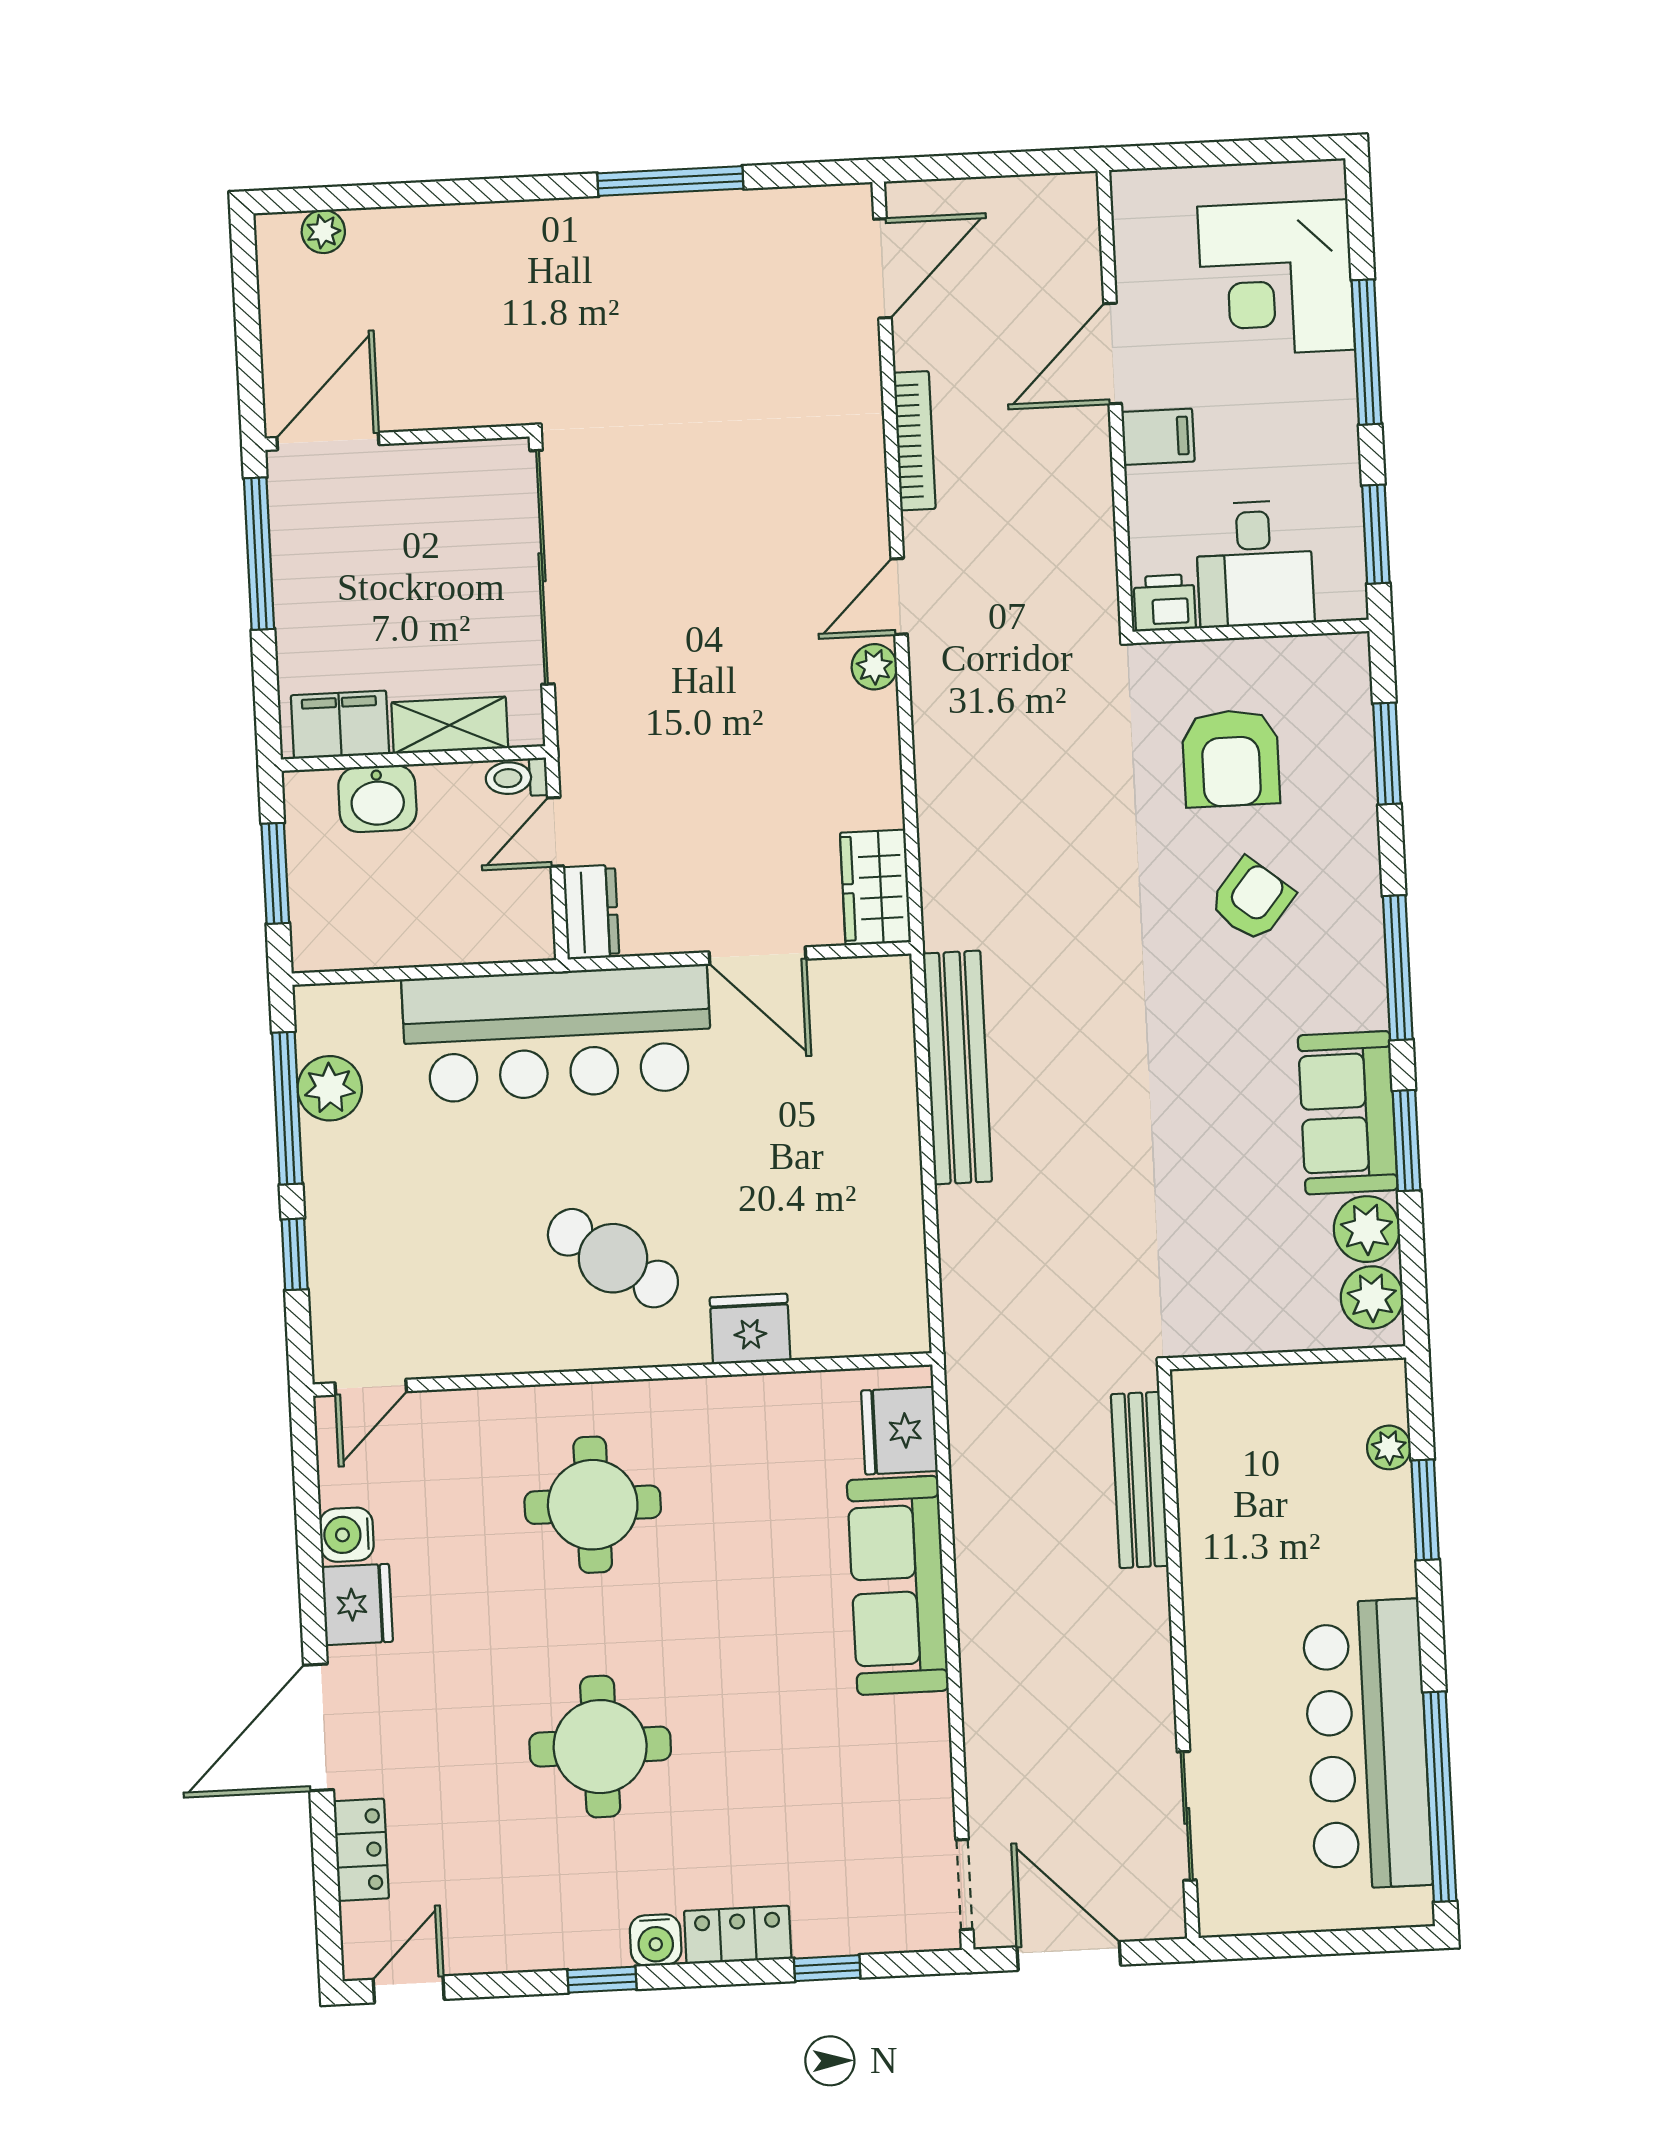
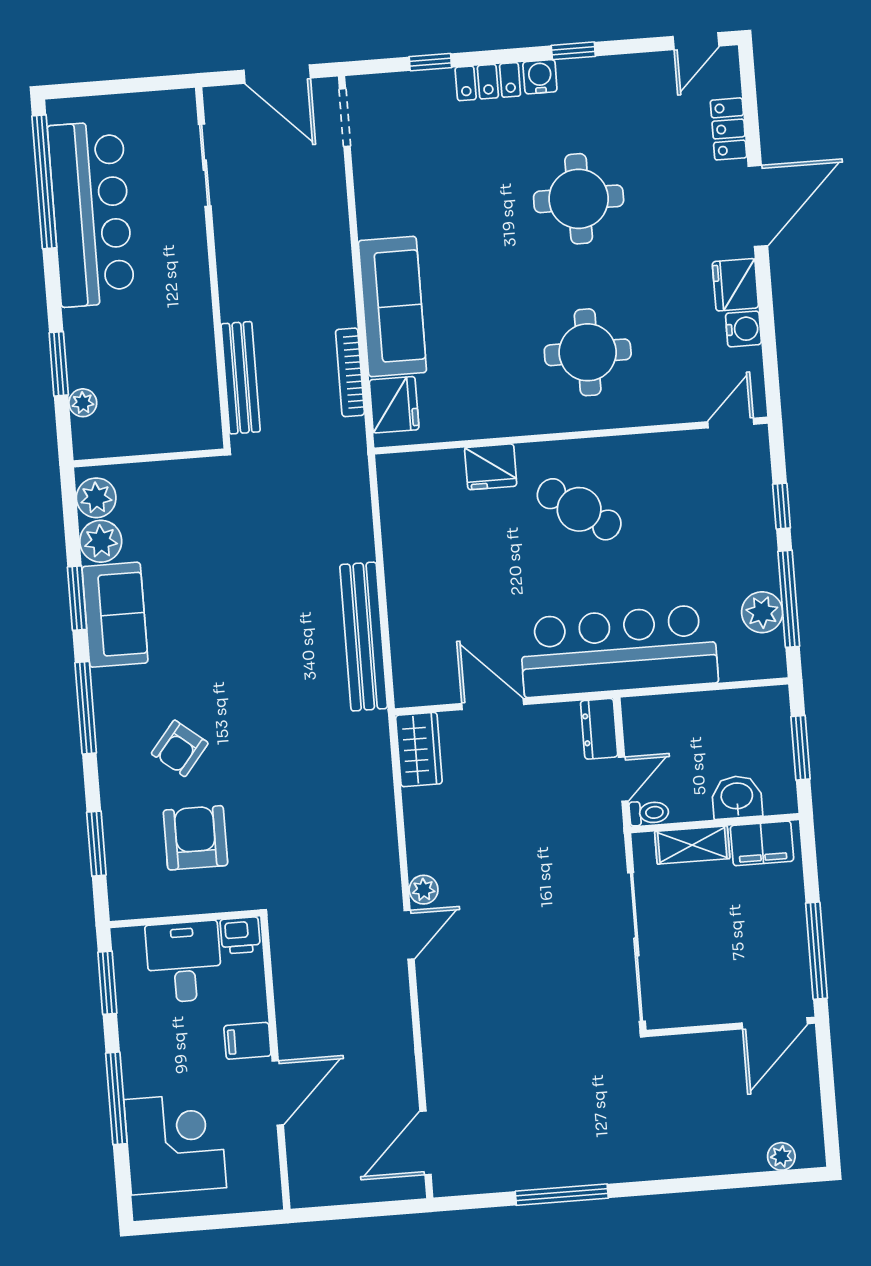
bookcase: (915, 441) -> (350, 372), moved

